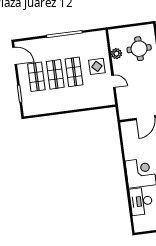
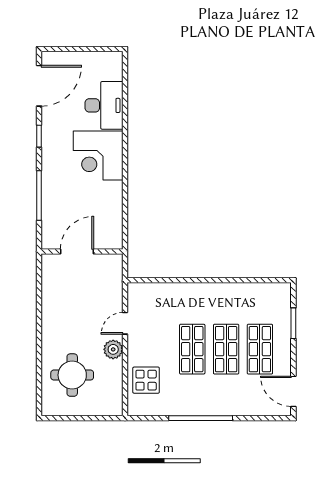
plant: (116, 54) -> (113, 349), moved
display table: (97, 66) -> (146, 380), moved
door: (113, 81) -> (125, 323), hinge flipped

